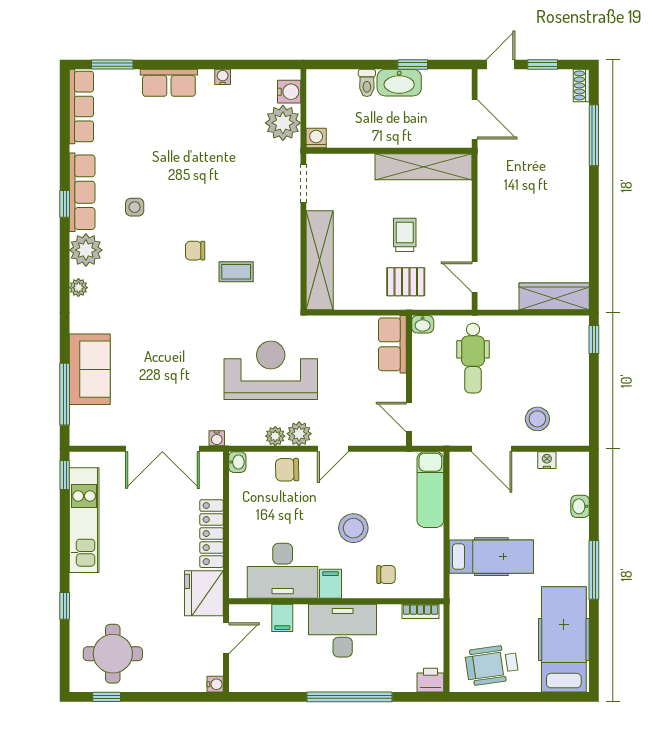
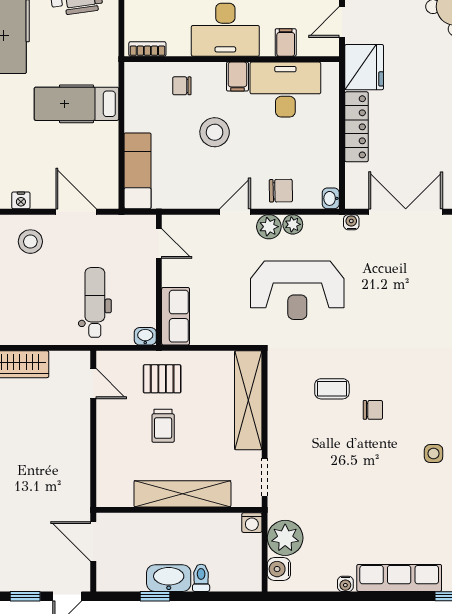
row of seats: (169, 83) -> (399, 578), width x1.48
shelving: (424, 167) -> (182, 494), moved

